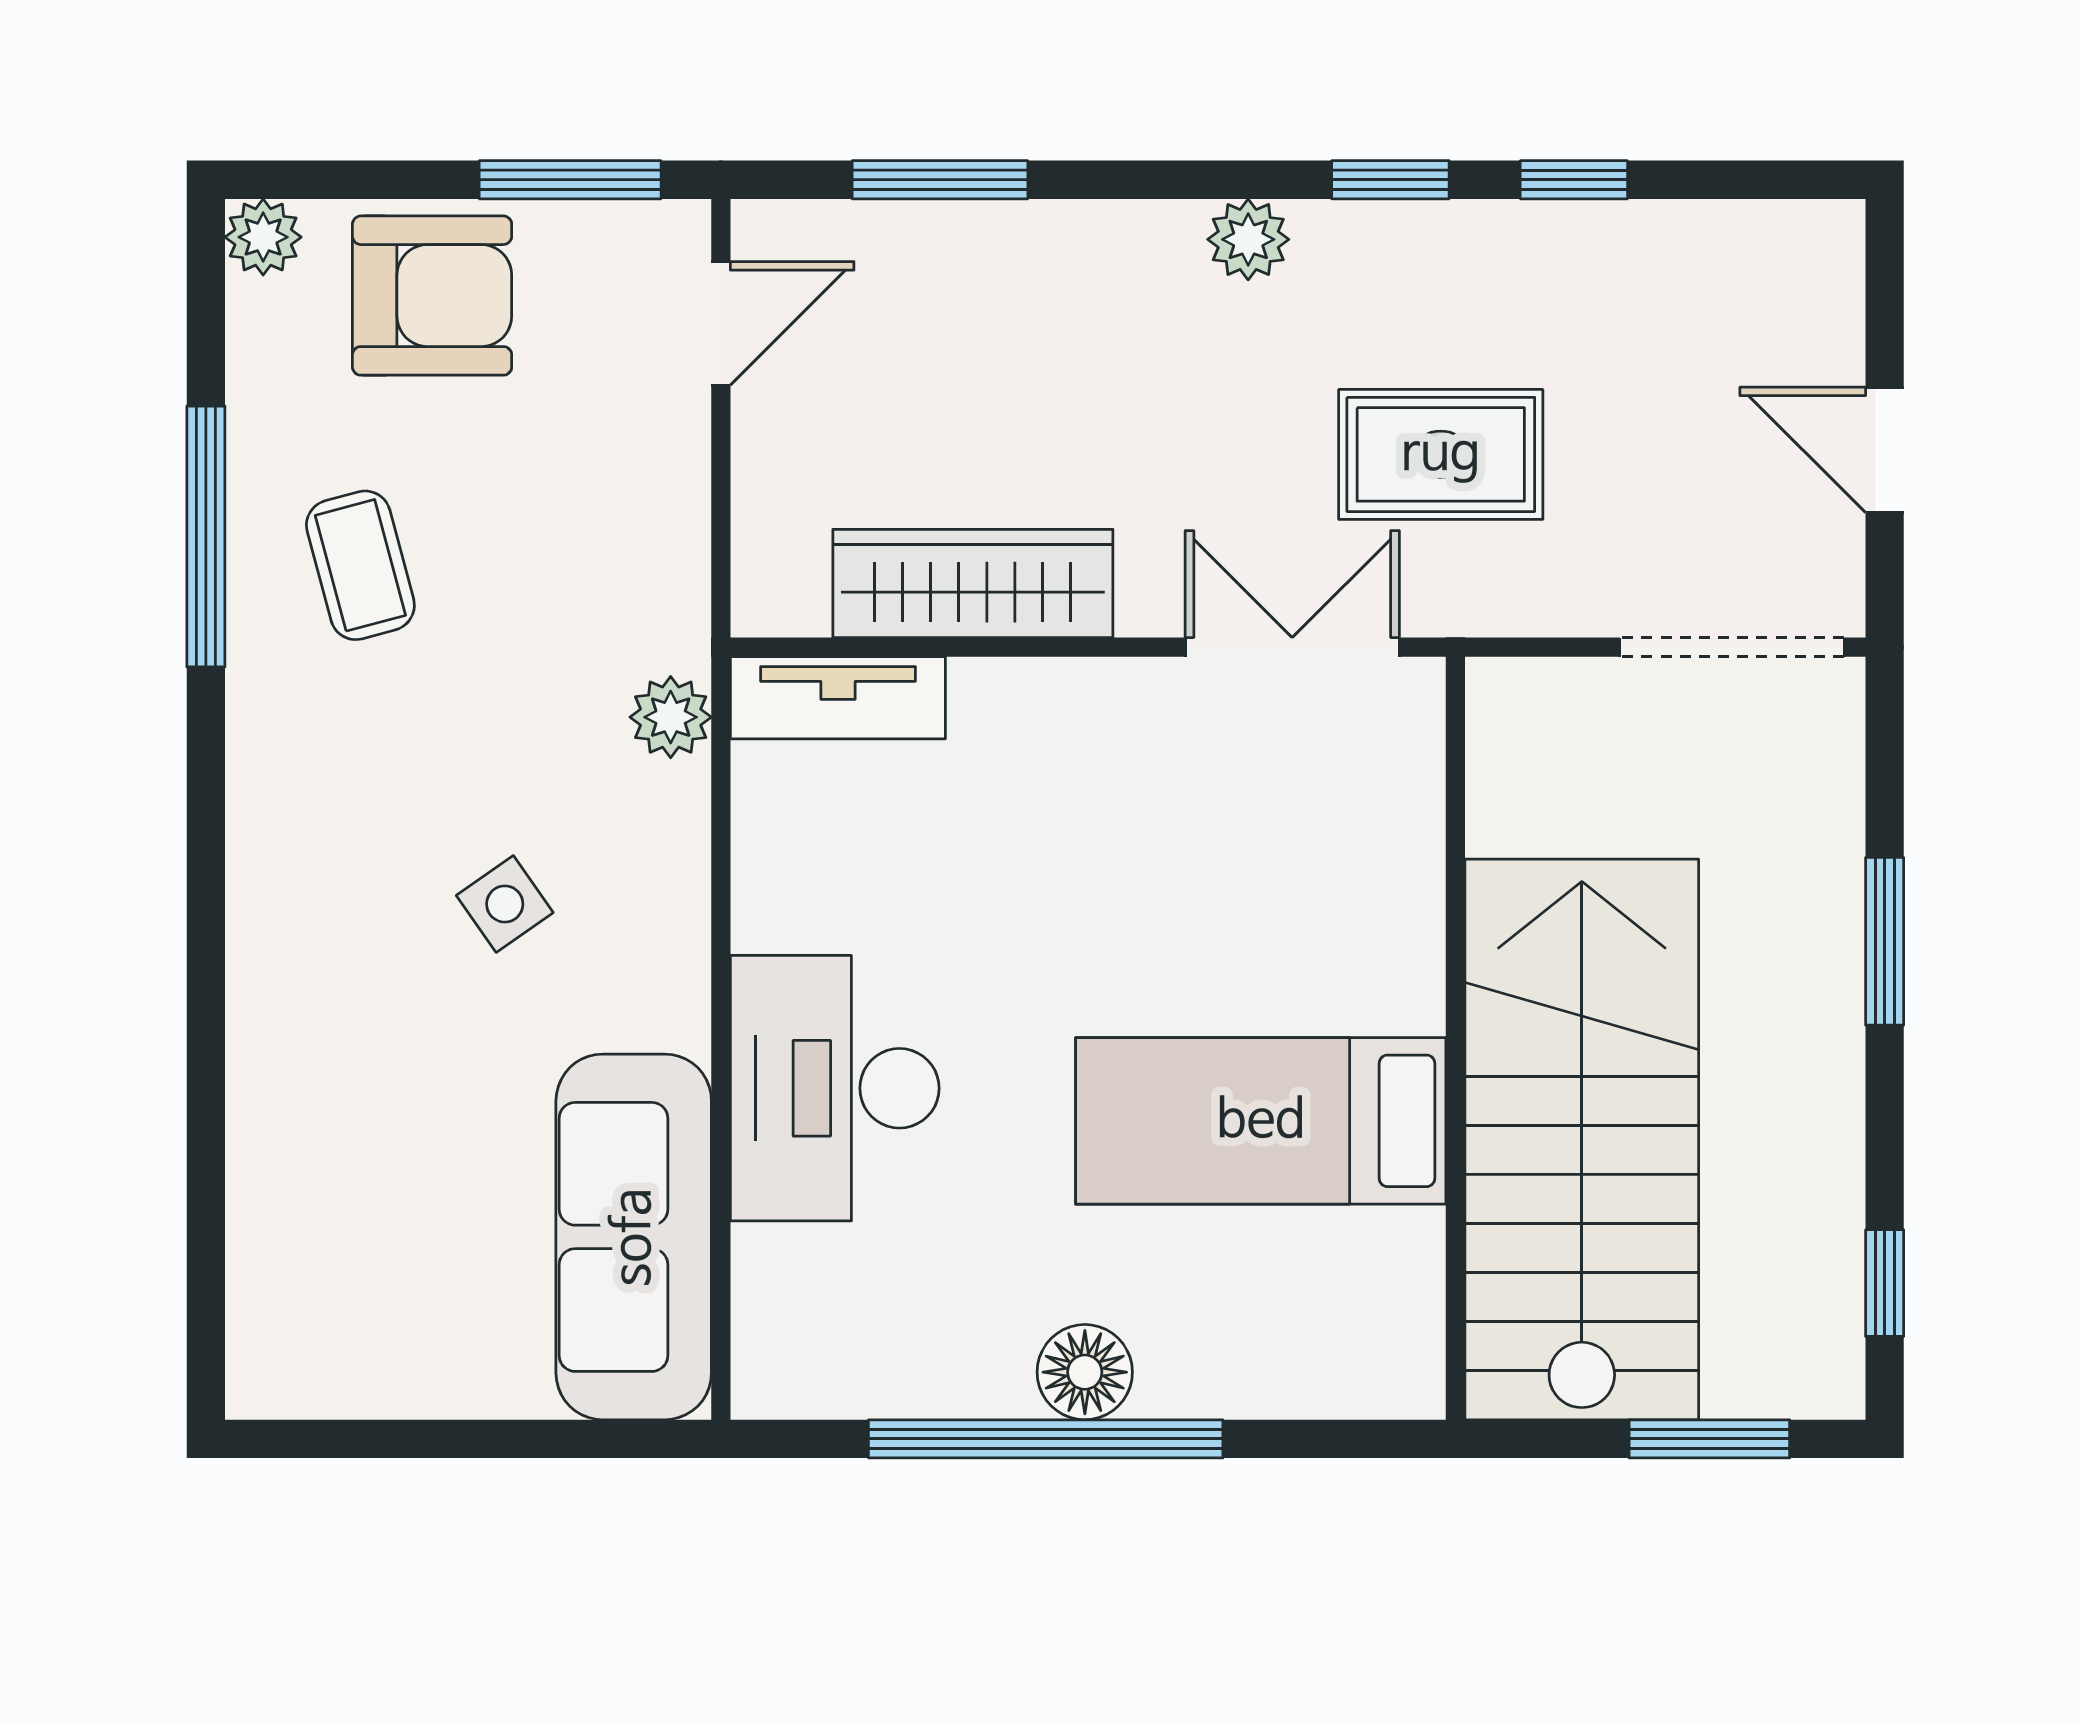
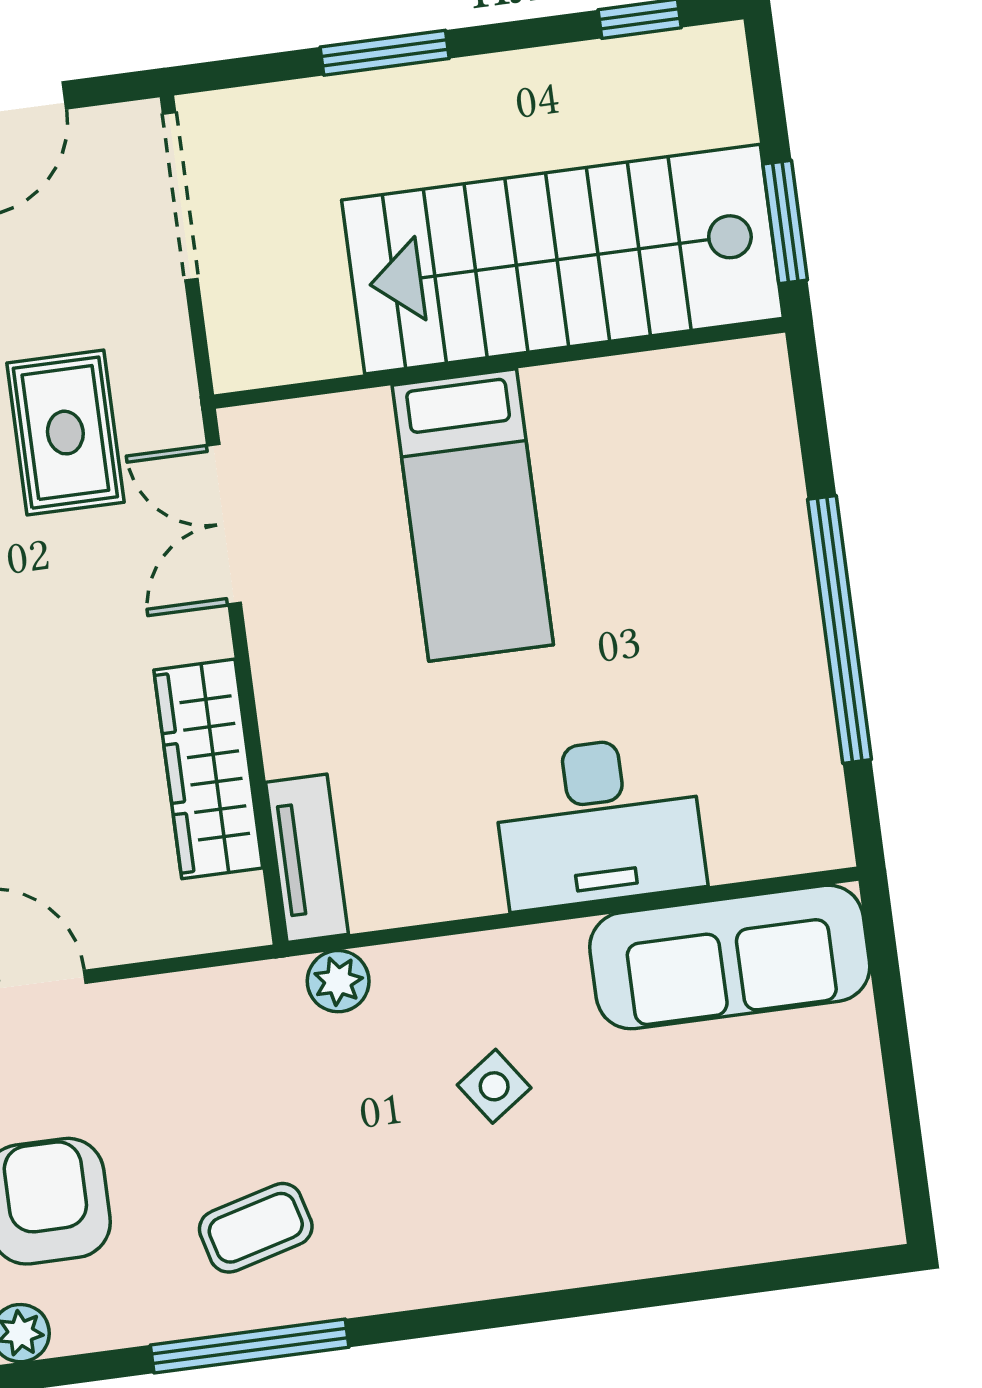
bed: (1261, 1121) -> (473, 515), moved
floor lamp: (1085, 1372) -> (786, 607), removed
window: (1709, 1439) -> (785, 222), moved

